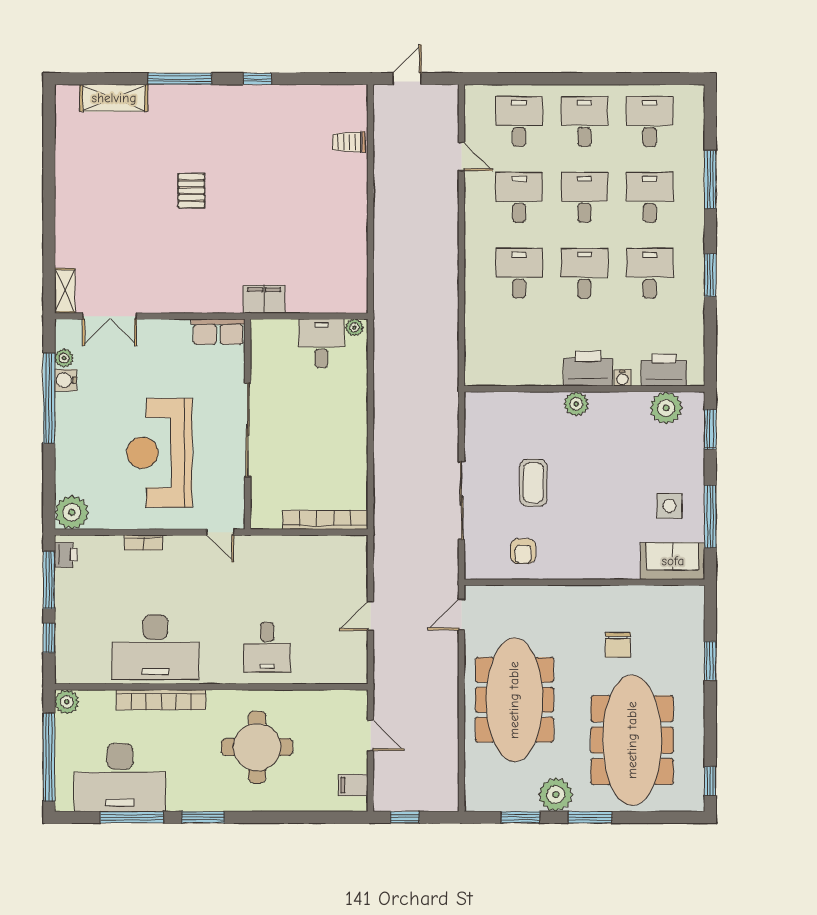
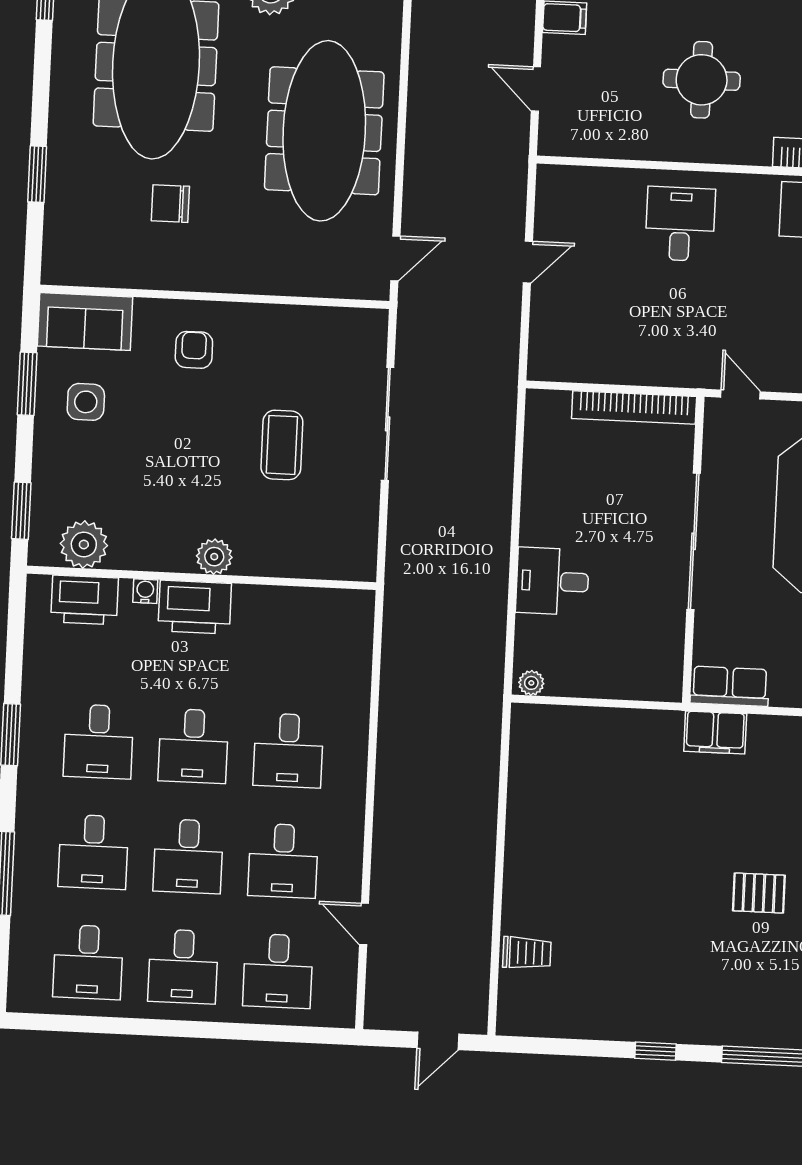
pallet: (191, 191) -> (759, 893), turned 90
filing cabinet: (264, 299) -> (715, 732), moved
desk: (321, 343) -> (552, 581), moved, turned 90
window: (710, 516) -> (27, 384), width x0.69
bookcase: (325, 520) -> (634, 408), moved
armchair: (523, 551) -> (194, 350), moved
chair: (618, 645) -> (170, 204), turned -90
round table: (257, 747) -> (702, 80), width x0.73, depth x0.73

